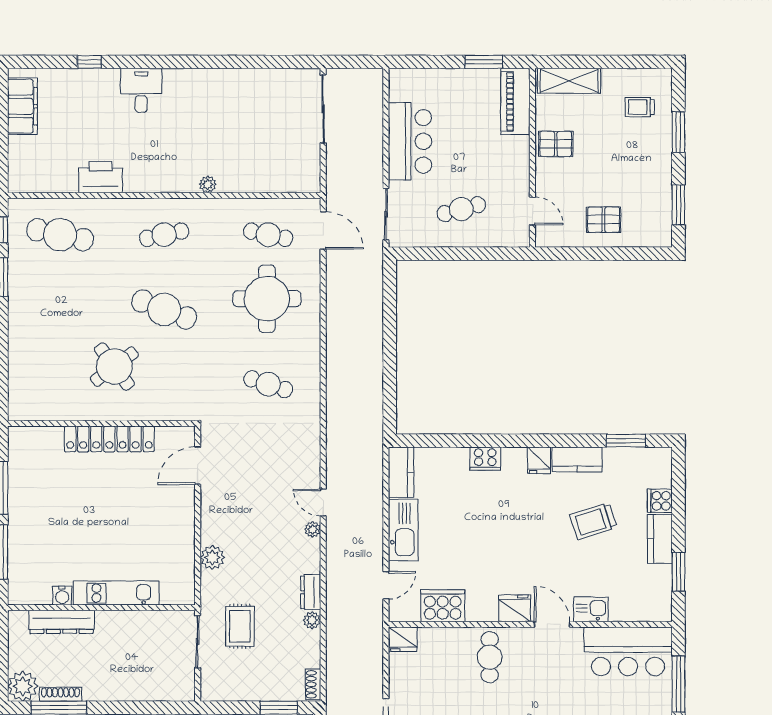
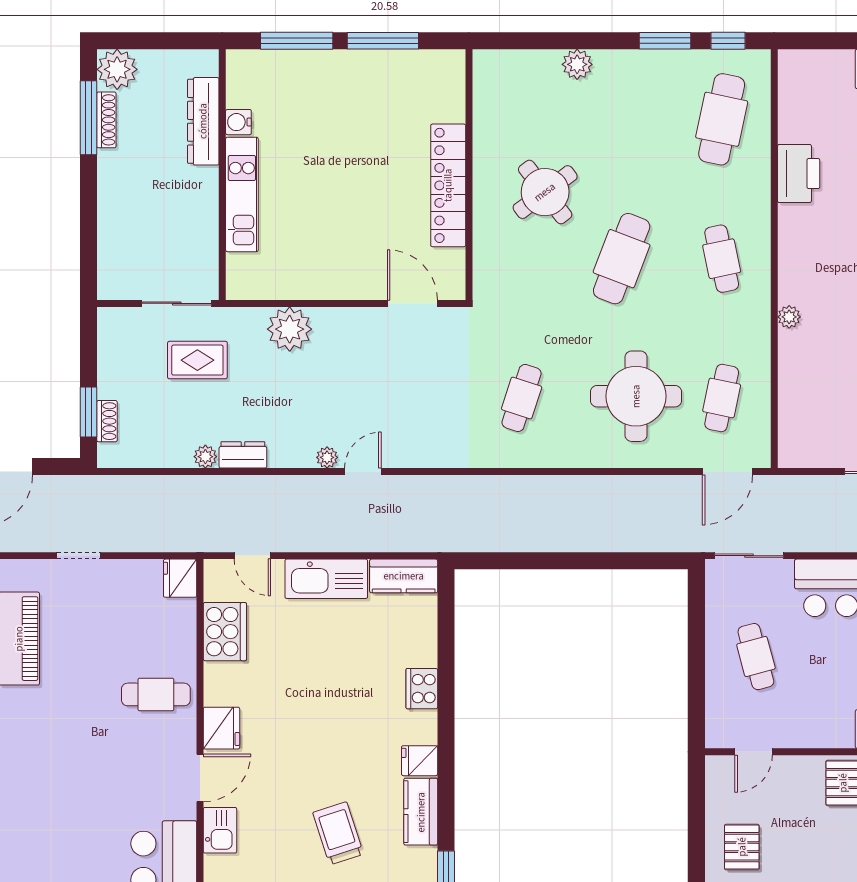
plant: (19, 343) -> (577, 64), added
plant: (212, 557) -> (290, 329), width x1.36, depth x1.36
shoe rack: (313, 684) -> (107, 421), moved, turned 90

